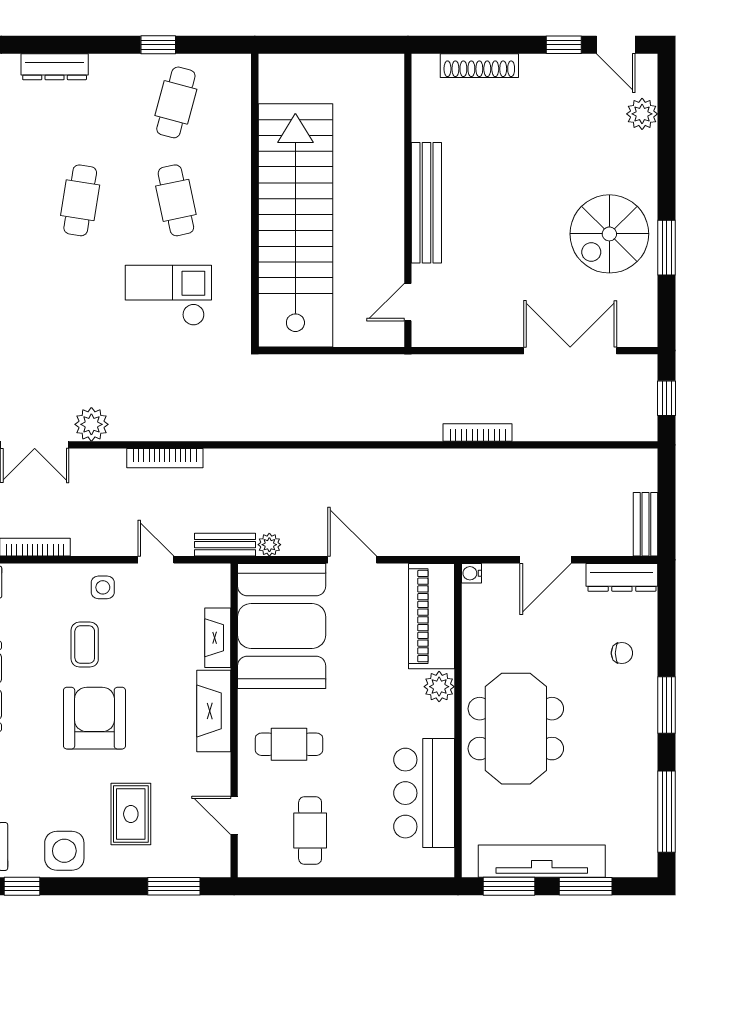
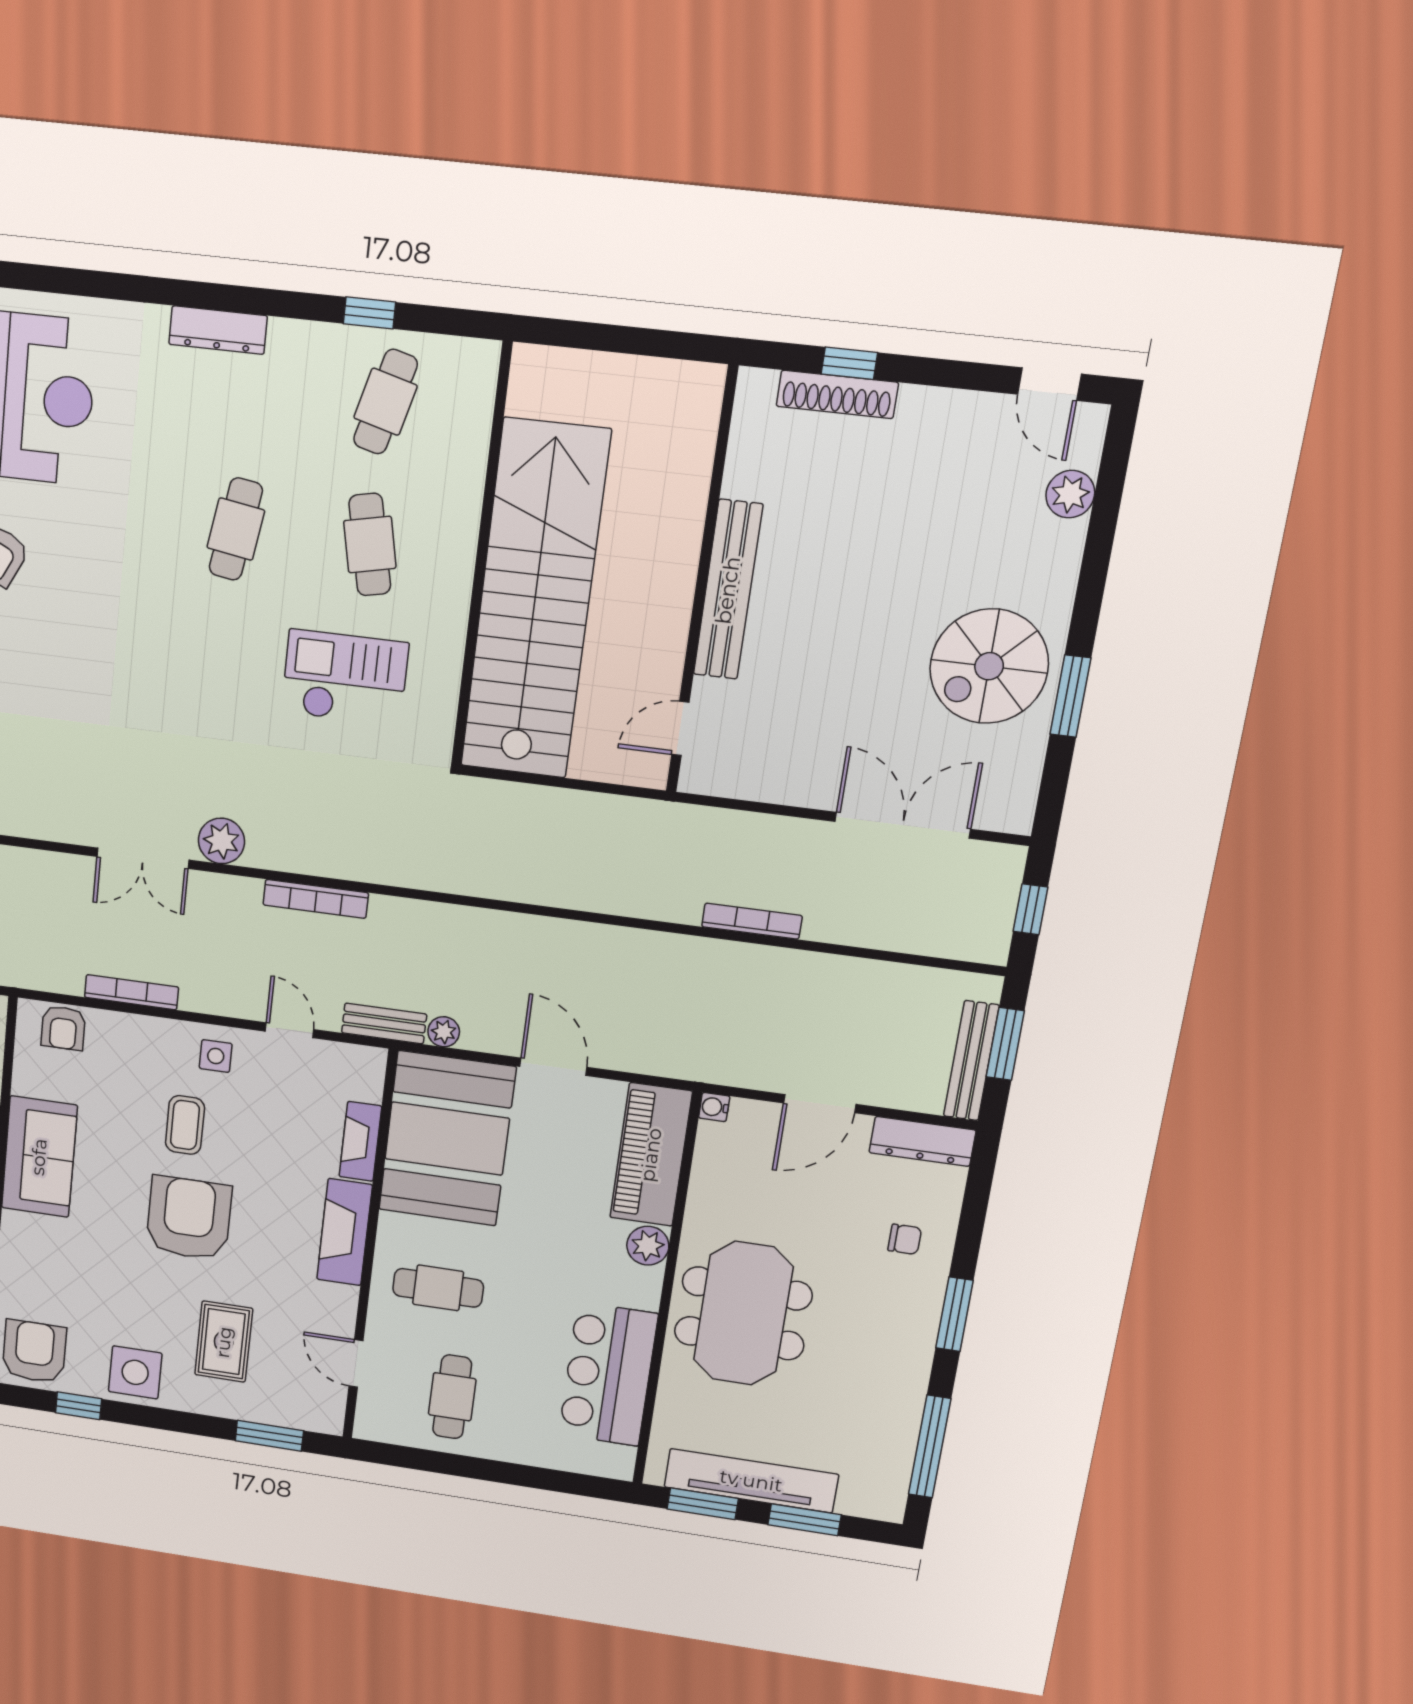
window: (564, 45) -> (849, 363), moved
window: (667, 497) -> (1005, 1044), added
bench: (646, 524) -> (971, 1061), width x1.36

